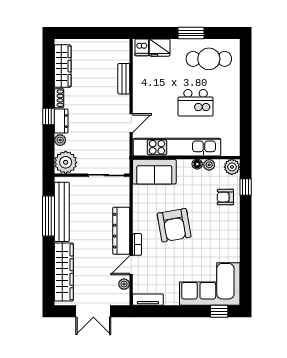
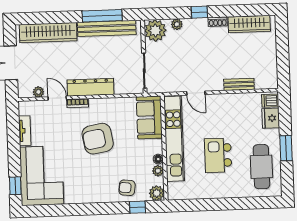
dresser: (61, 121) -> (195, 25), removed
armchair: (225, 197) -> (127, 188), turned -83
tv unit: (148, 300) -> (25, 131), moved

